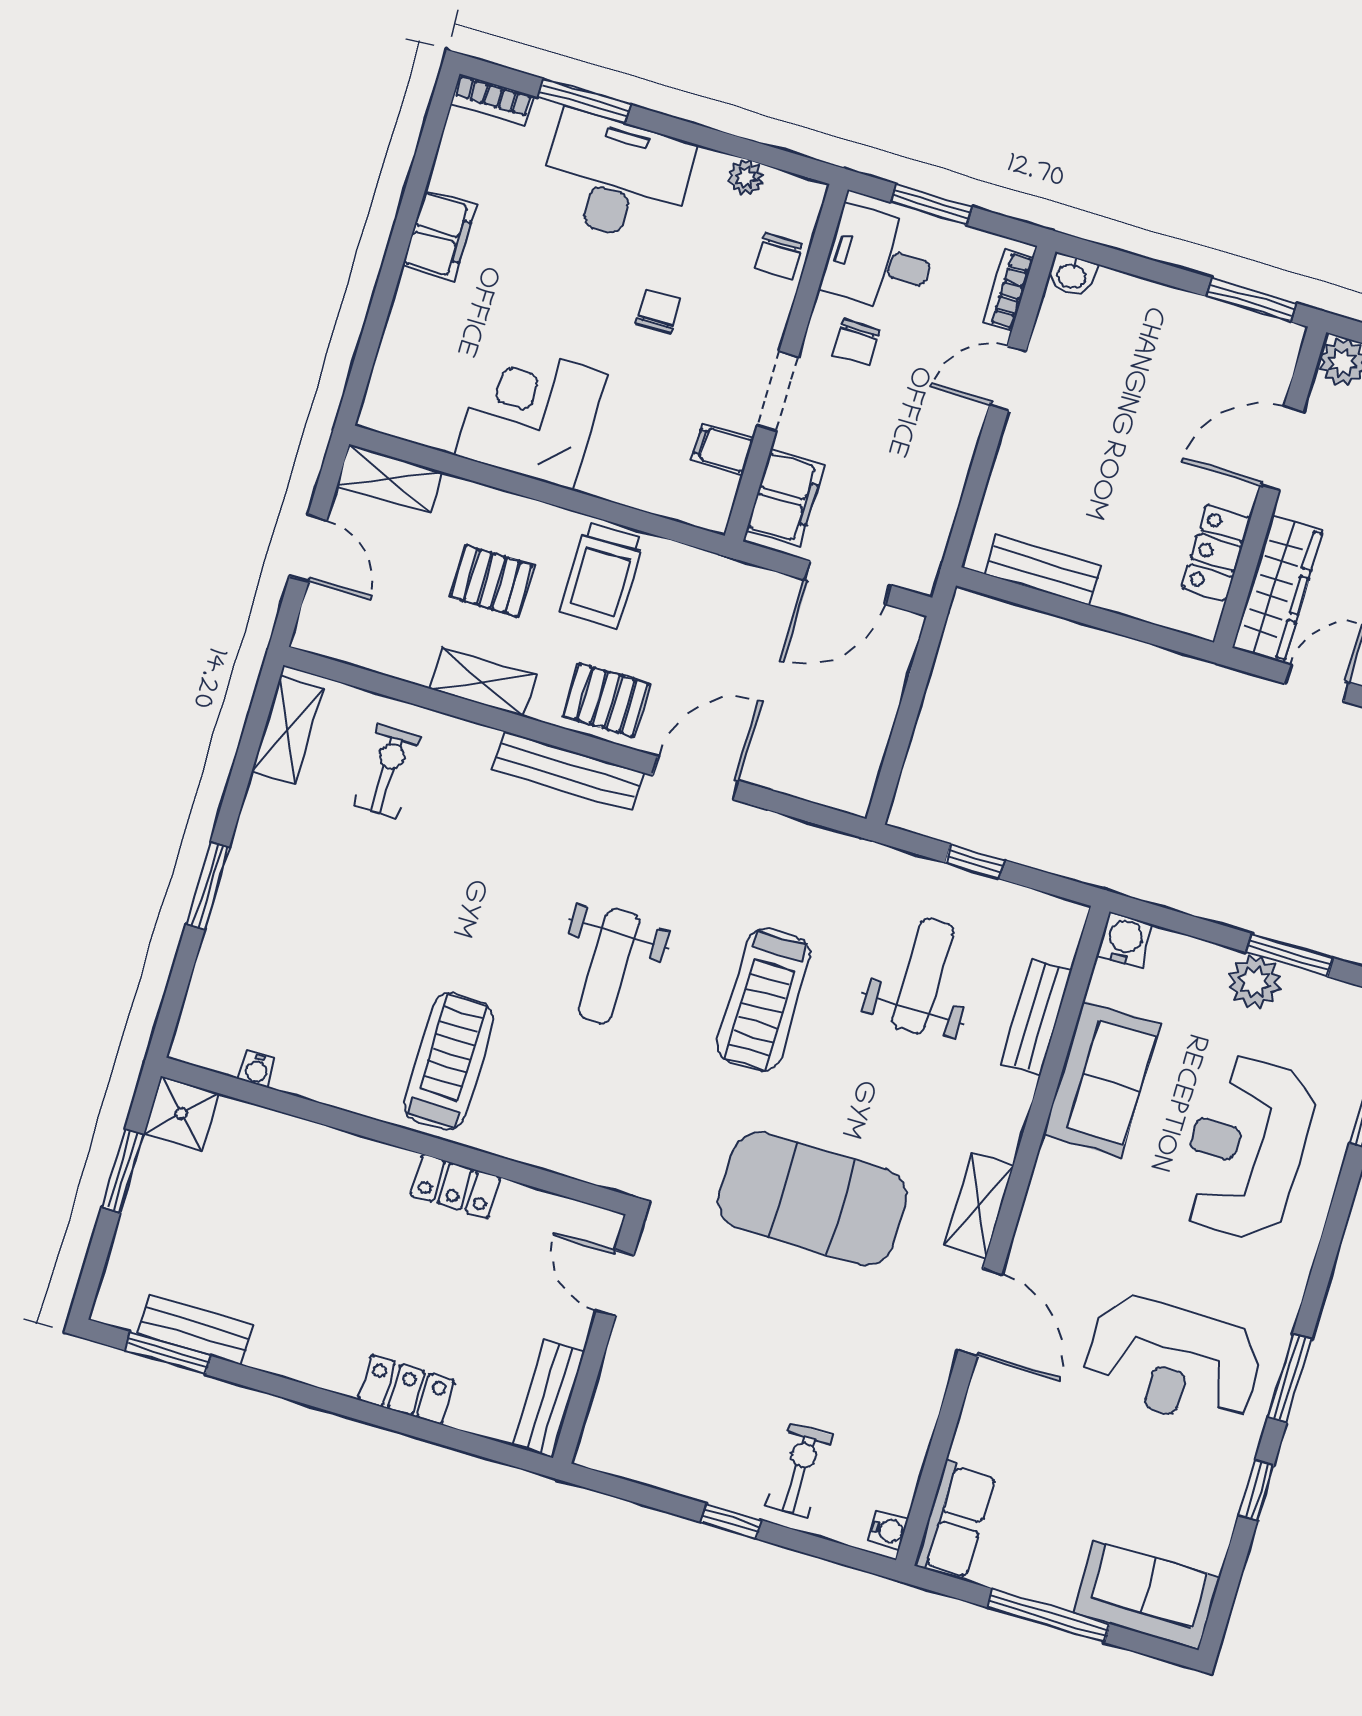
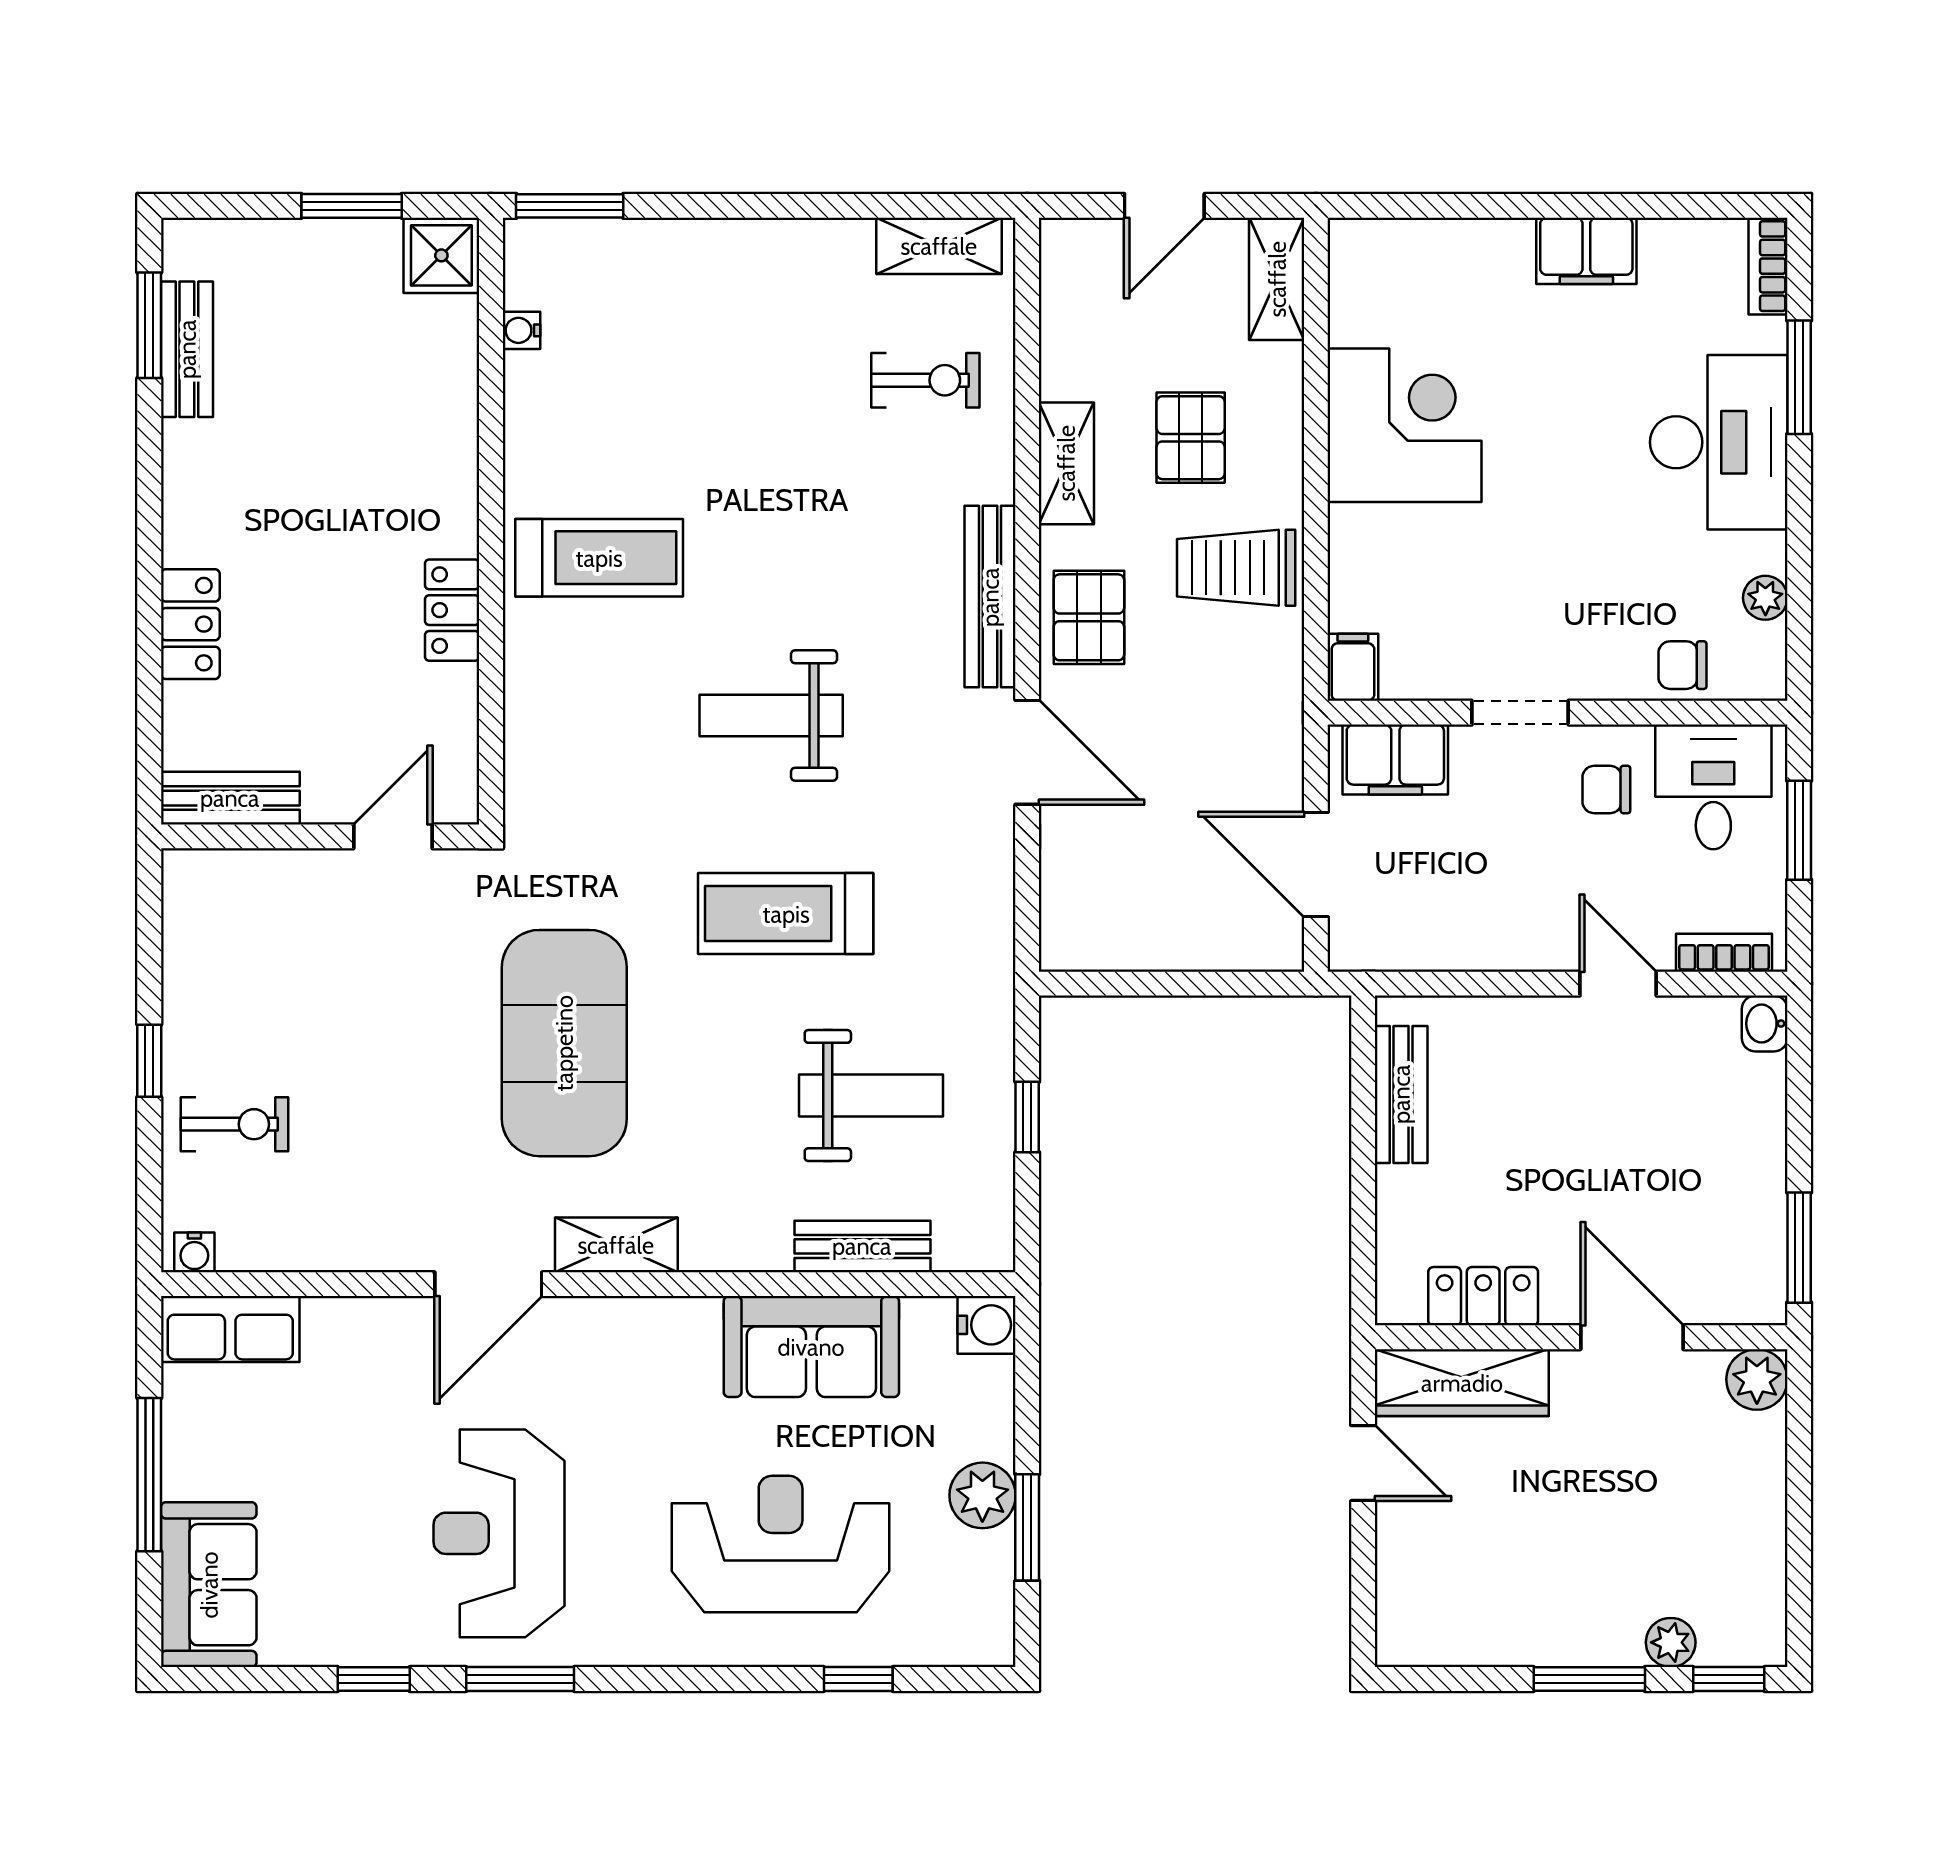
chair: (658, 311) -> (1573, 541), removed
filing cabinet: (723, 449) -> (1353, 667), moved
window: (208, 886) -> (570, 206), moved

